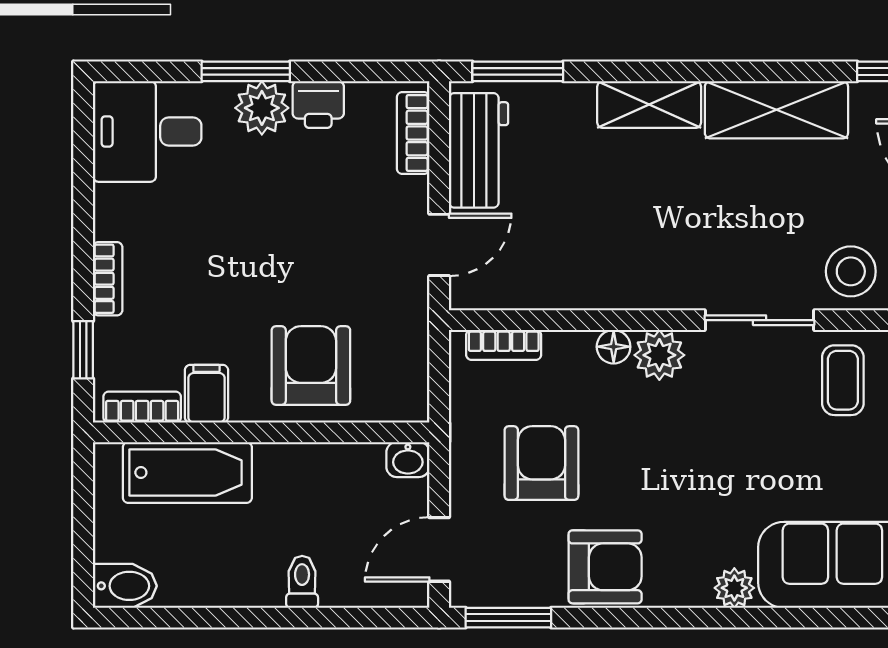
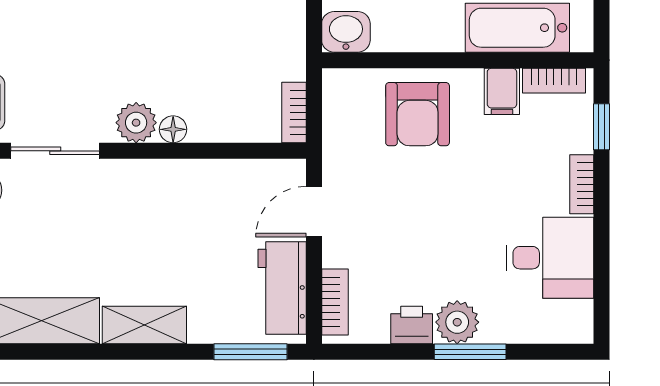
desk: (147, 132) -> (550, 258), moved
bookcase: (504, 345) -> (294, 113), moved, turned -90
washbasin: (408, 460) -> (346, 32), width x1.38, depth x1.45
armchair: (541, 463) -> (231, 35), removed

